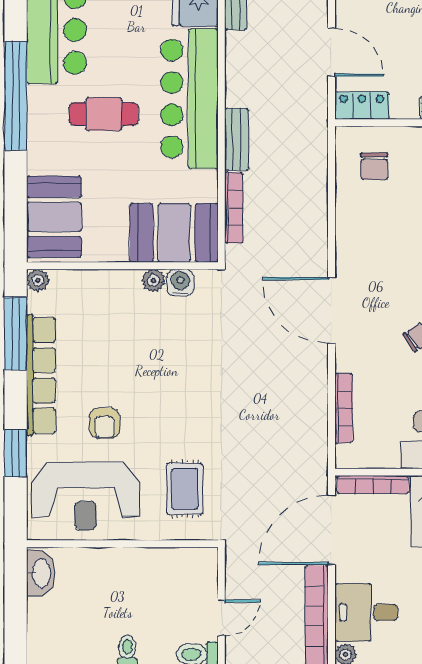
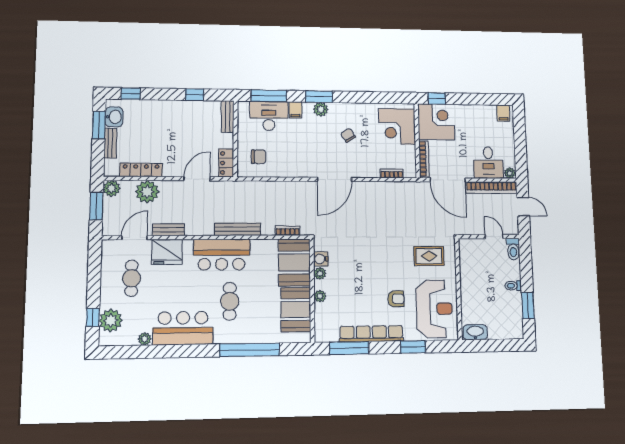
window: (16, 96) -> (250, 350), moved
bar counter: (190, 99) -> (222, 255), width x0.73
bench: (237, 139) -> (238, 229), width x1.36
bookcase: (234, 208) -> (288, 231), width x0.64
booth: (54, 217) -> (296, 310), moved, turned 90
plant: (38, 280) -> (320, 296), moved
bookcase: (344, 408) -> (392, 173), width x0.64

